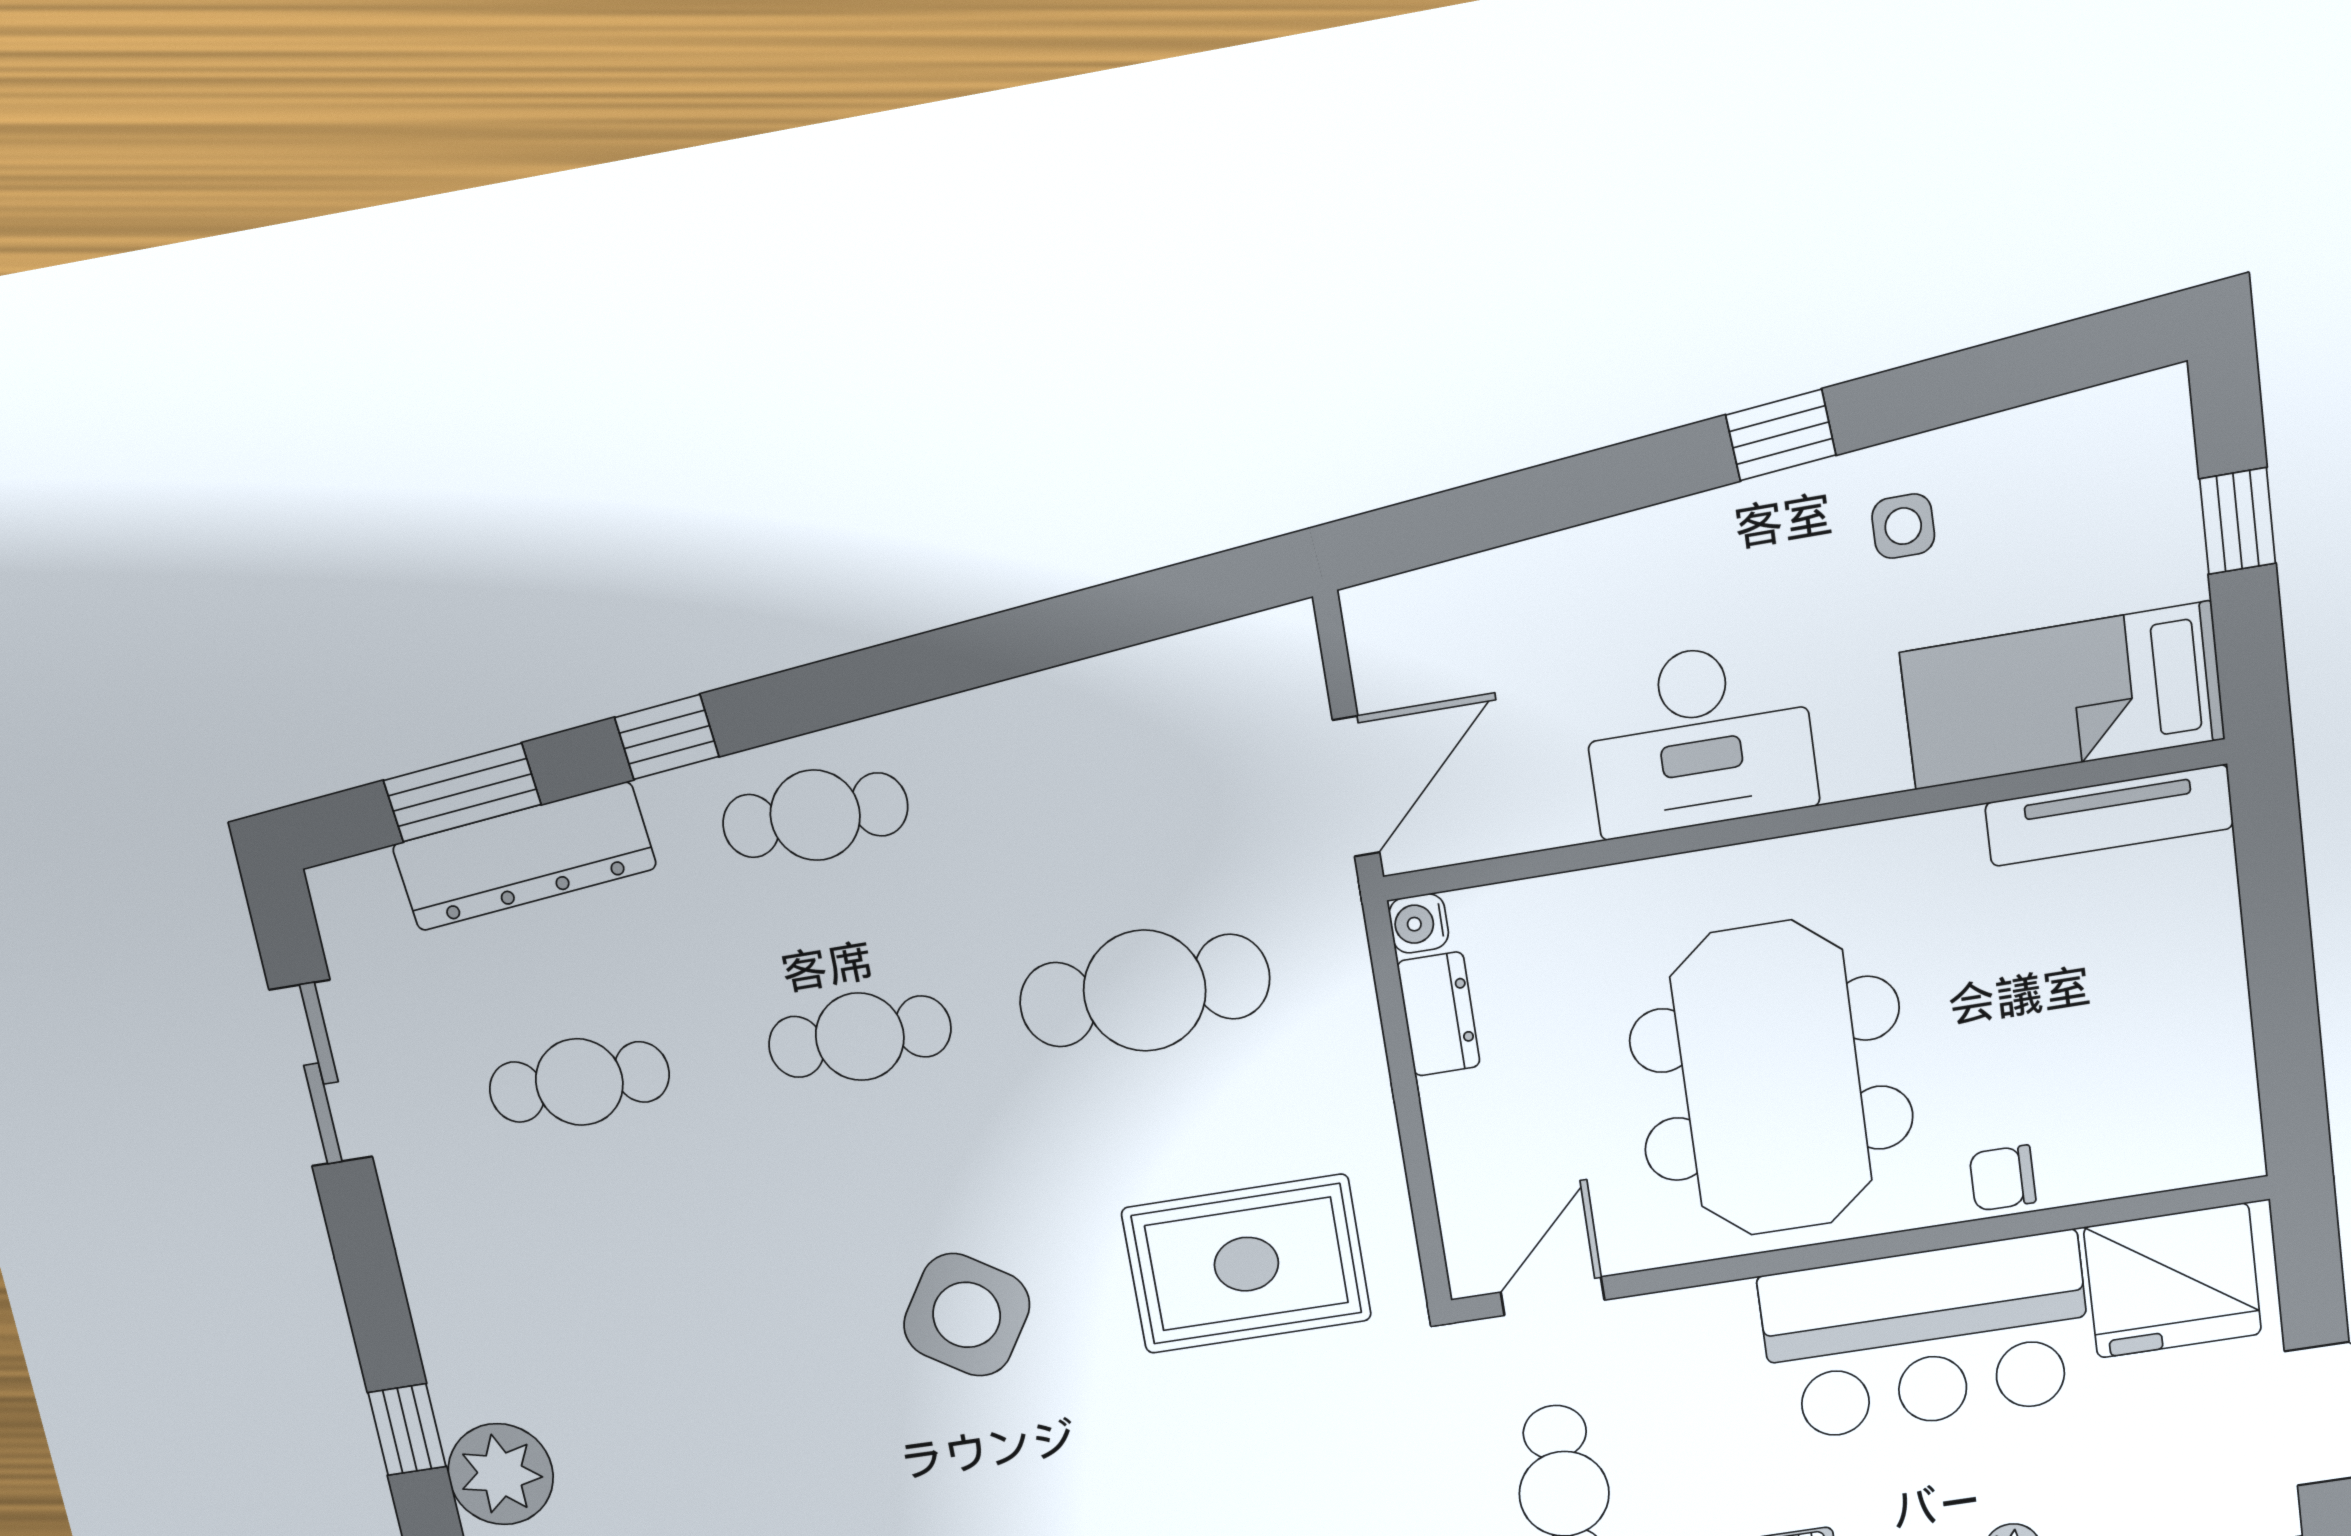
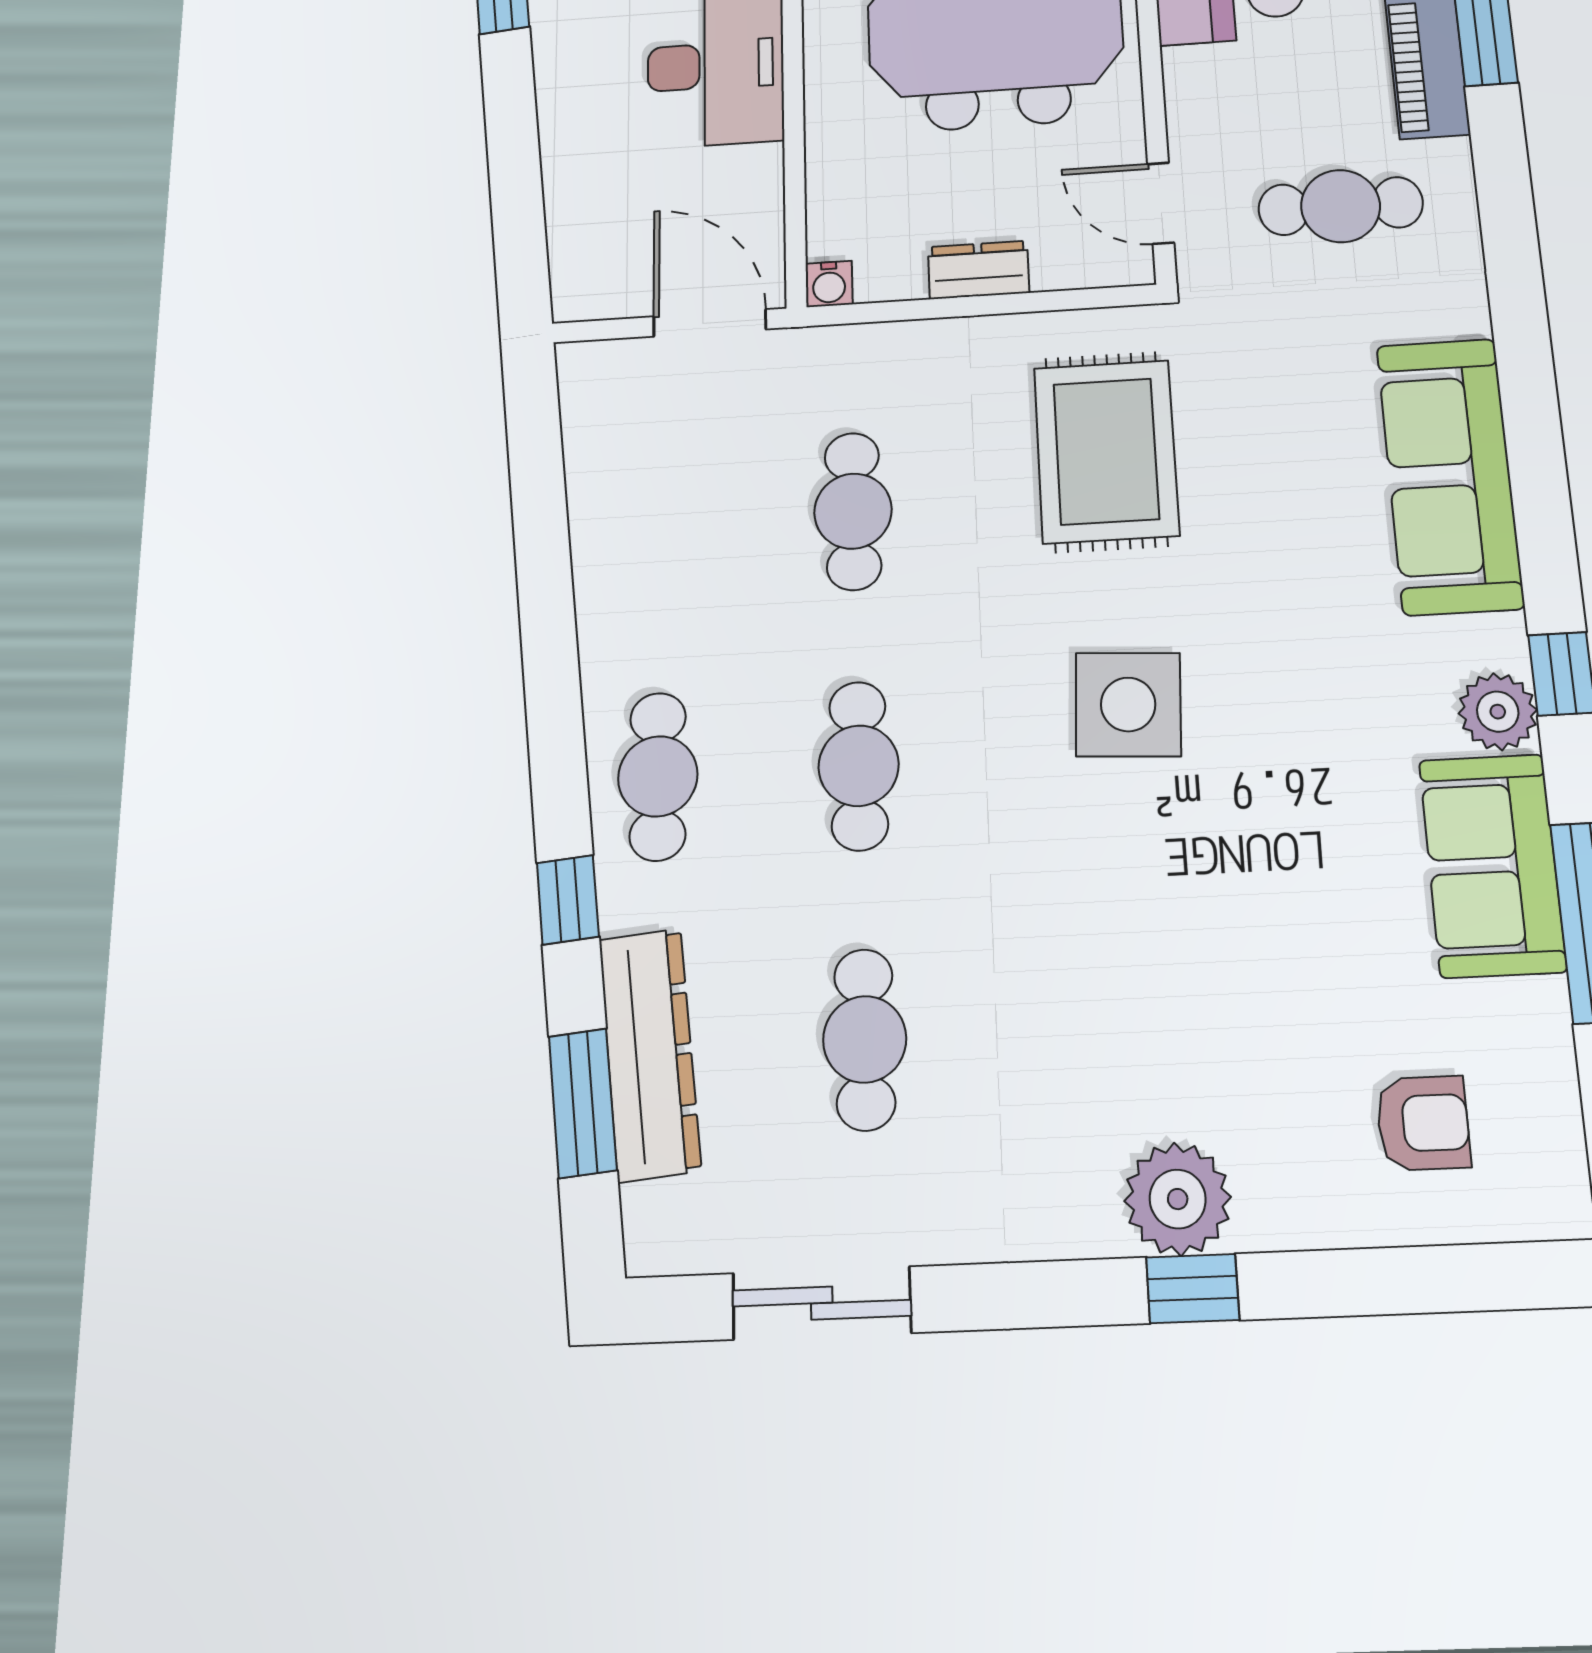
cafe table: (1145, 991) -> (853, 511), width x0.73, depth x0.74
dresser: (1439, 1014) -> (978, 270), moved
side table: (967, 1315) -> (1128, 705), turned -30
plant: (501, 1474) -> (1178, 1199), moved

